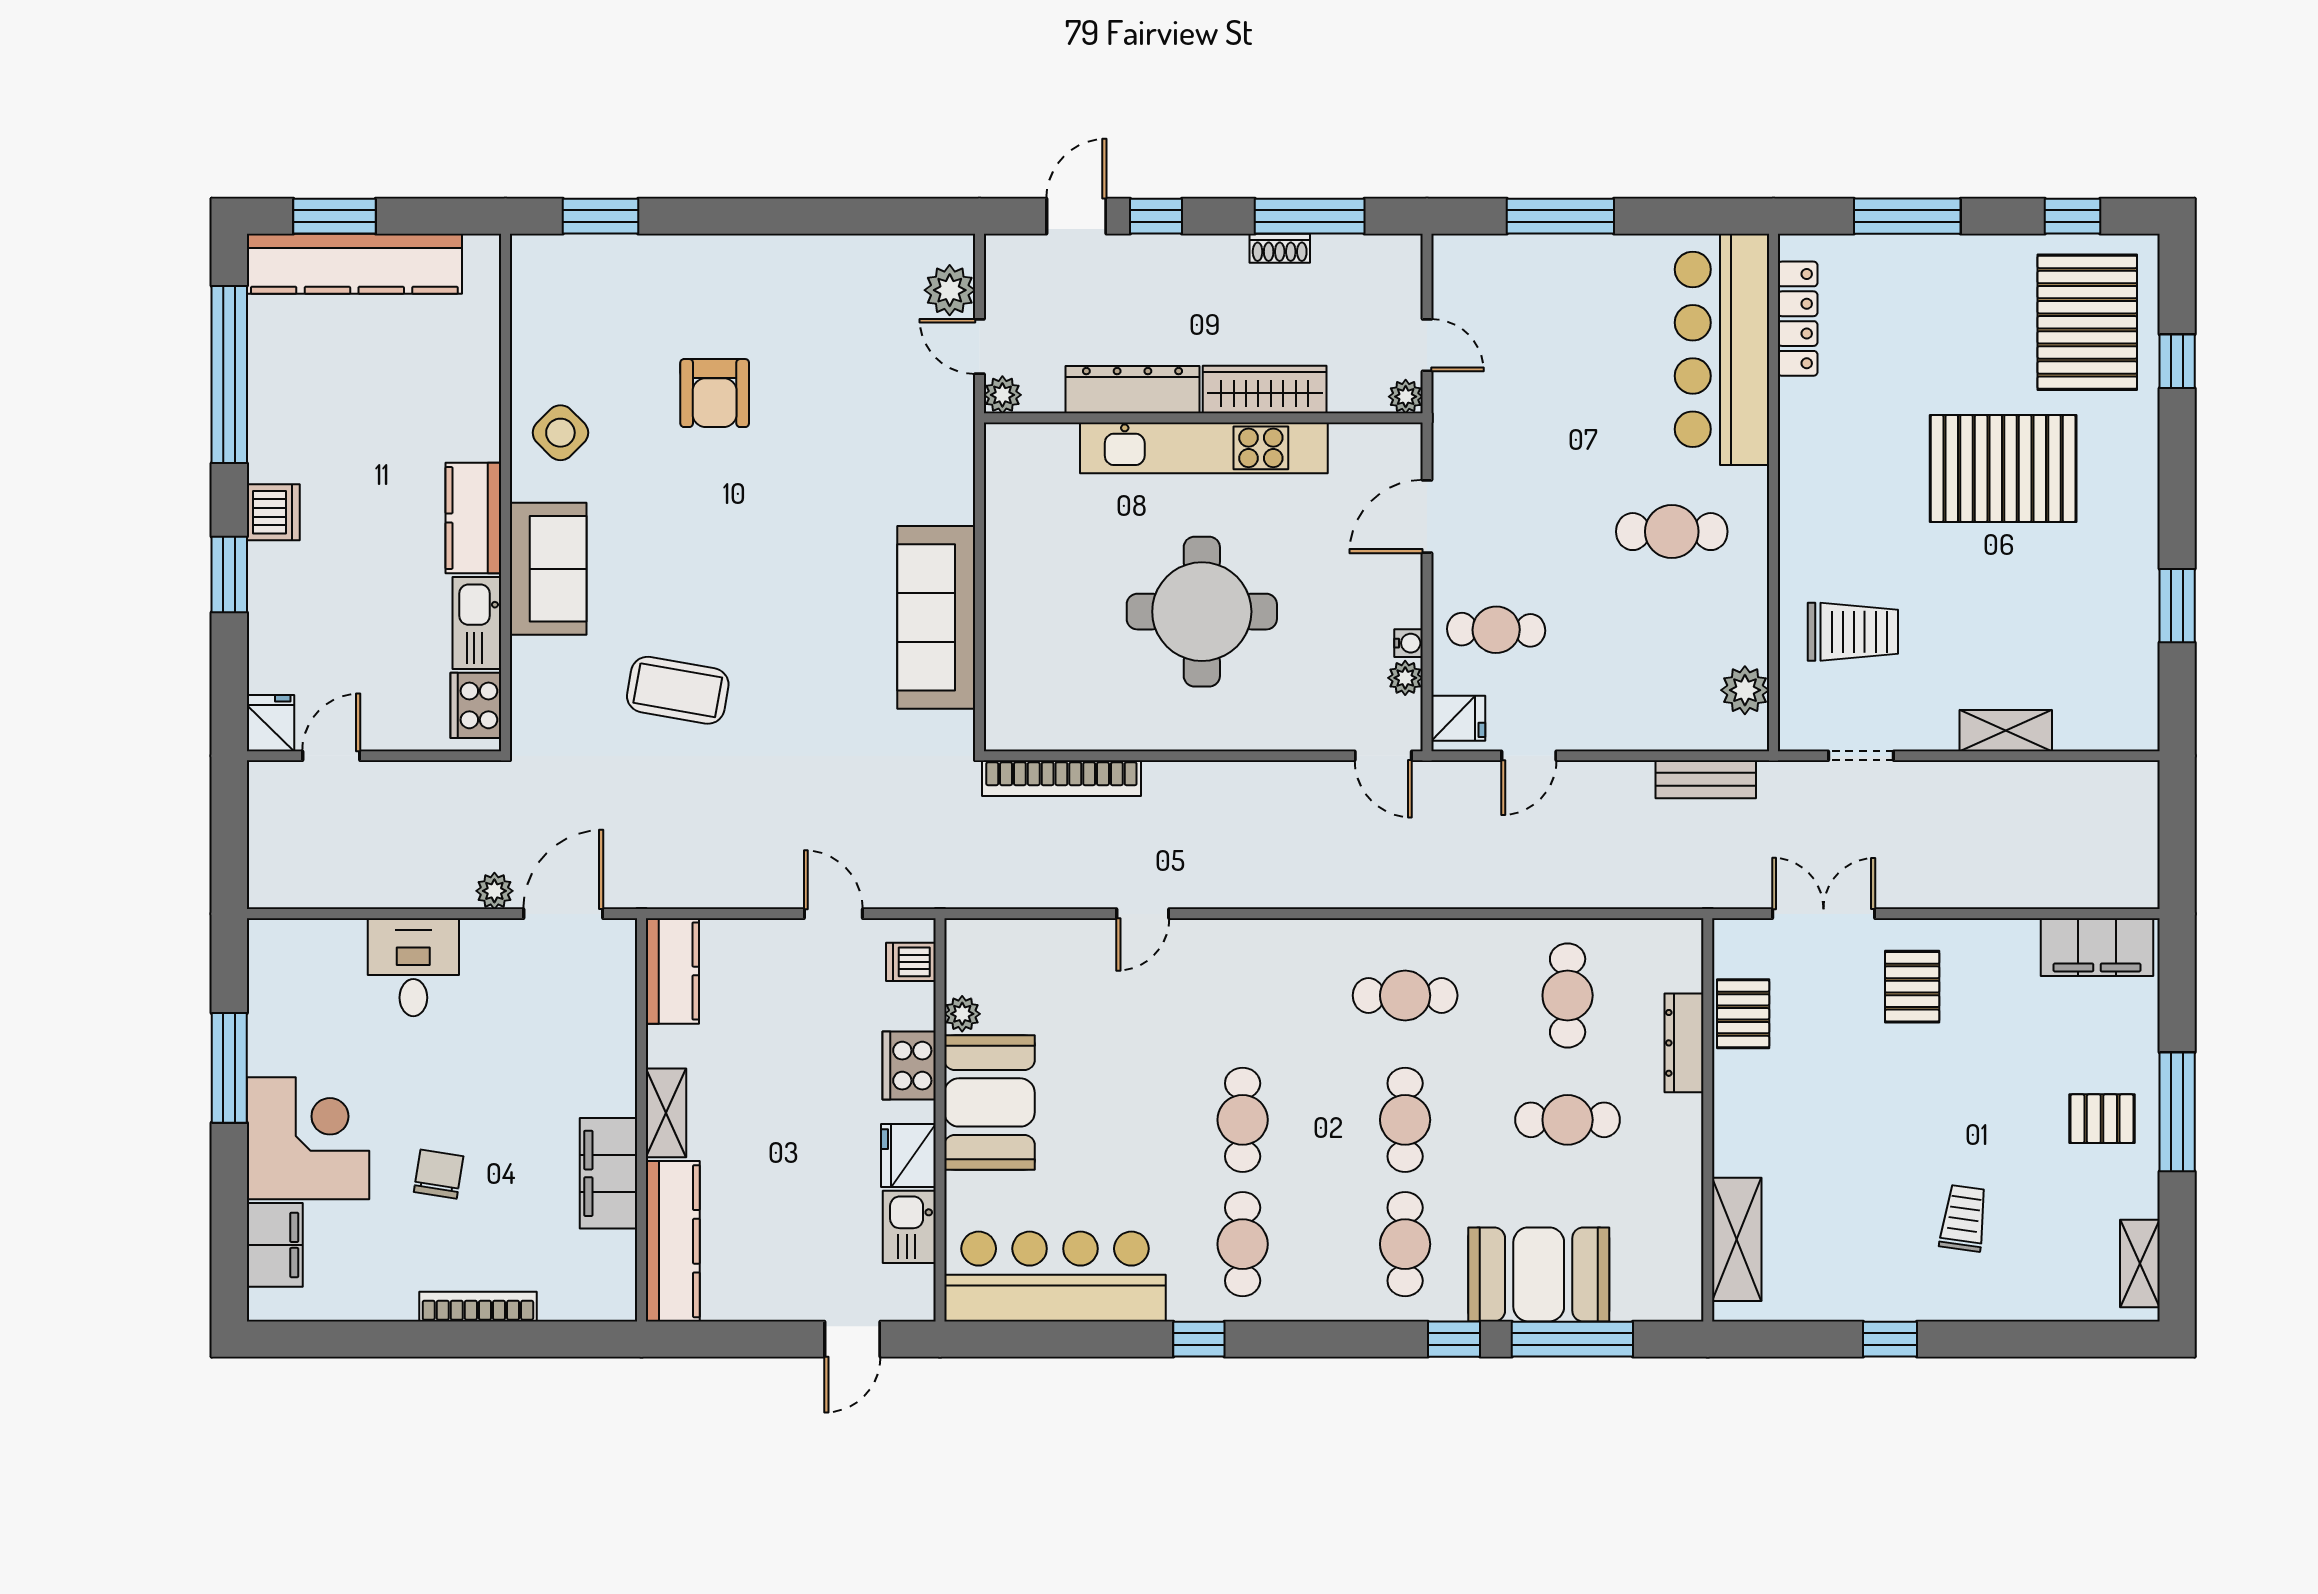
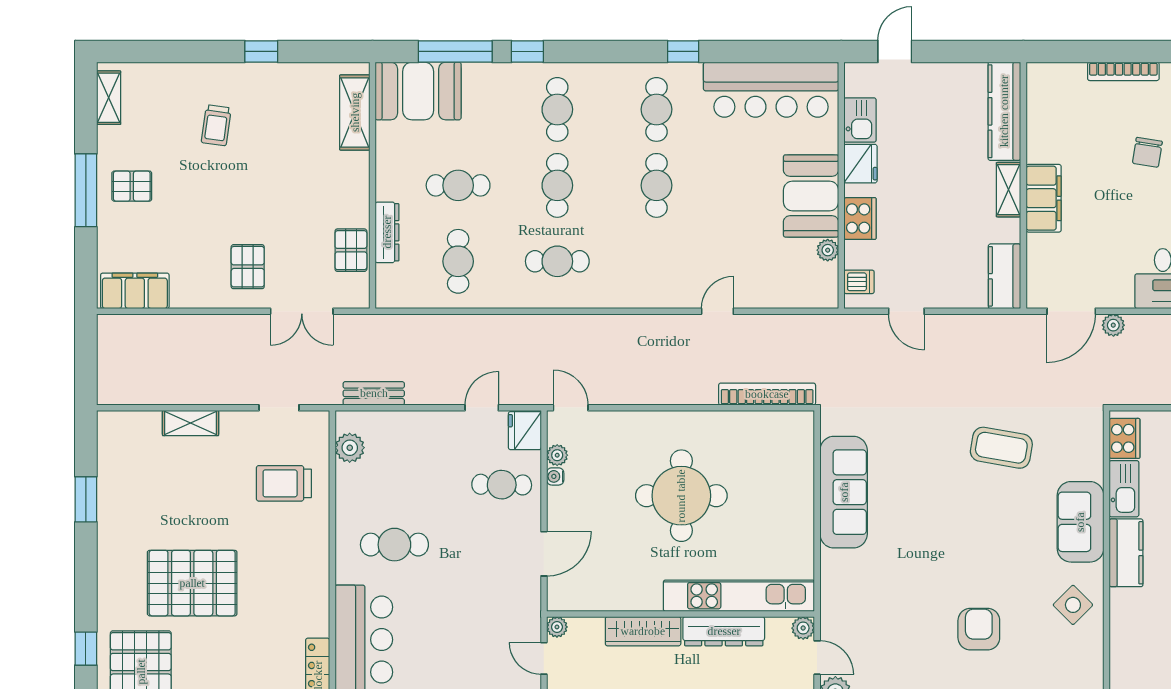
kitchen unit: (1204, 448) -> (739, 596), moved
fridge: (1458, 718) -> (525, 431), width x1.38
filing cabinet: (608, 1173) -> (1044, 198), moved
booth: (1539, 1274) -> (418, 91), moved

